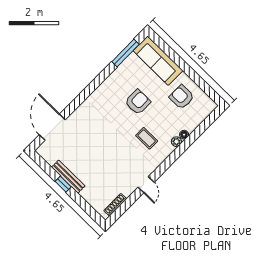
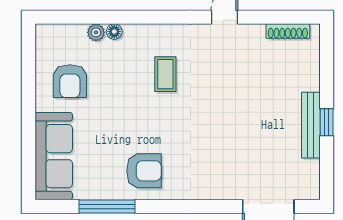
window: (126, 53) -> (107, 206), moved
armchair: (138, 102) -> (144, 171), moved, turned 180
plant: (176, 142) -> (96, 32), moved

